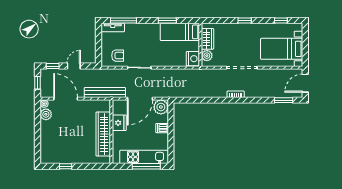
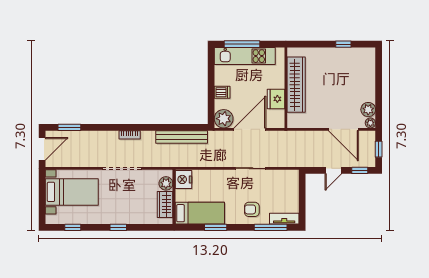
armchair: (118, 56) -> (252, 209), moved
bench: (105, 92) -> (182, 137), moved

